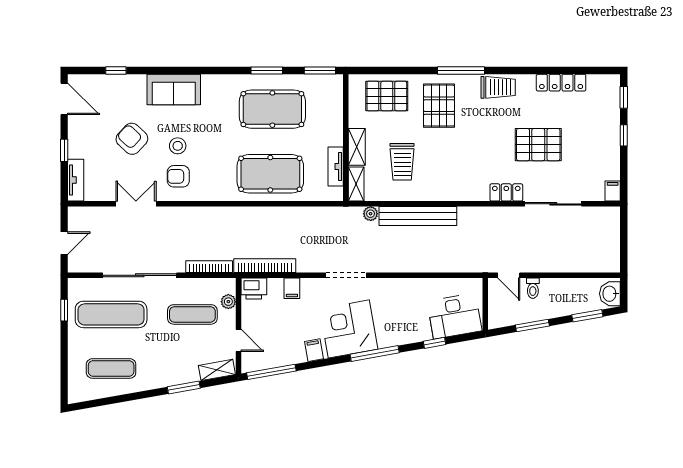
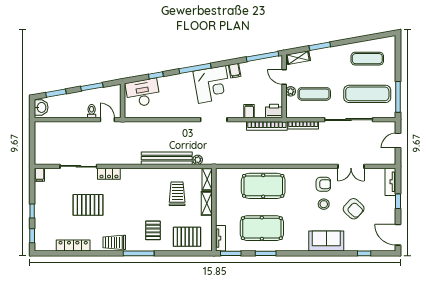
pallet: (439, 106) -> (153, 230), width x0.67, depth x0.71
tv unit: (336, 166) -> (221, 238), moved
plant: (228, 302) -> (291, 91), moved
window: (64, 310) -> (398, 97), width x2.17

